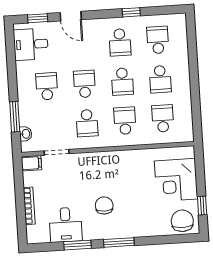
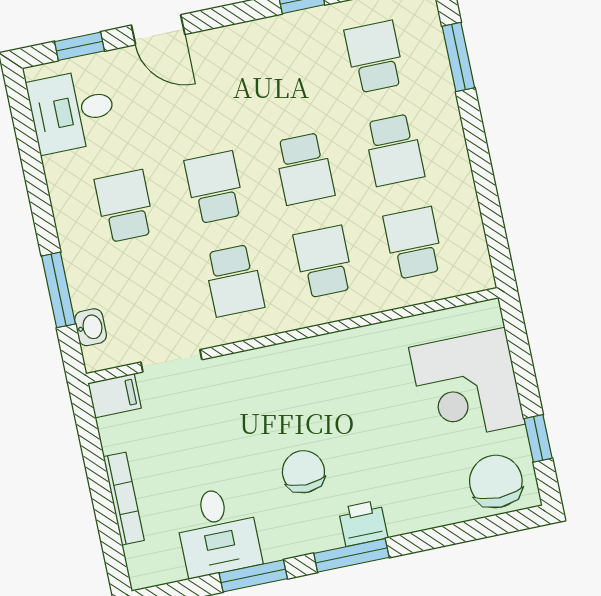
school desk: (120, 42) -> (285, 76), removed
window: (192, 45) -> (458, 57), added
printer: (126, 230) -> (363, 523), added

